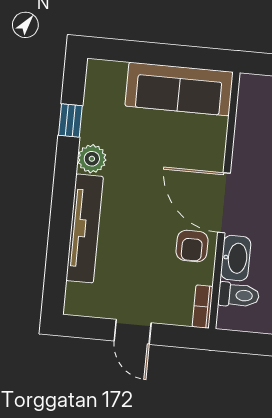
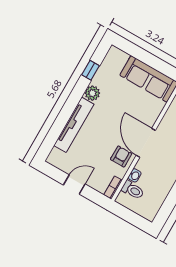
armchair: (192, 246) -> (121, 156), turned 180
washbasin: (236, 258) -> (135, 175), width x0.52, depth x0.69
door: (133, 332) -> (74, 184), swing flipped

